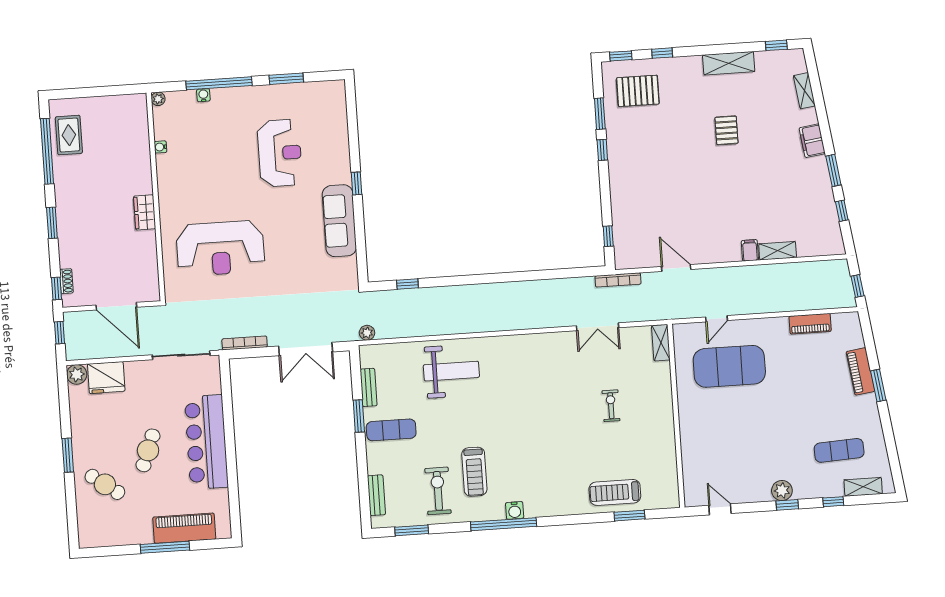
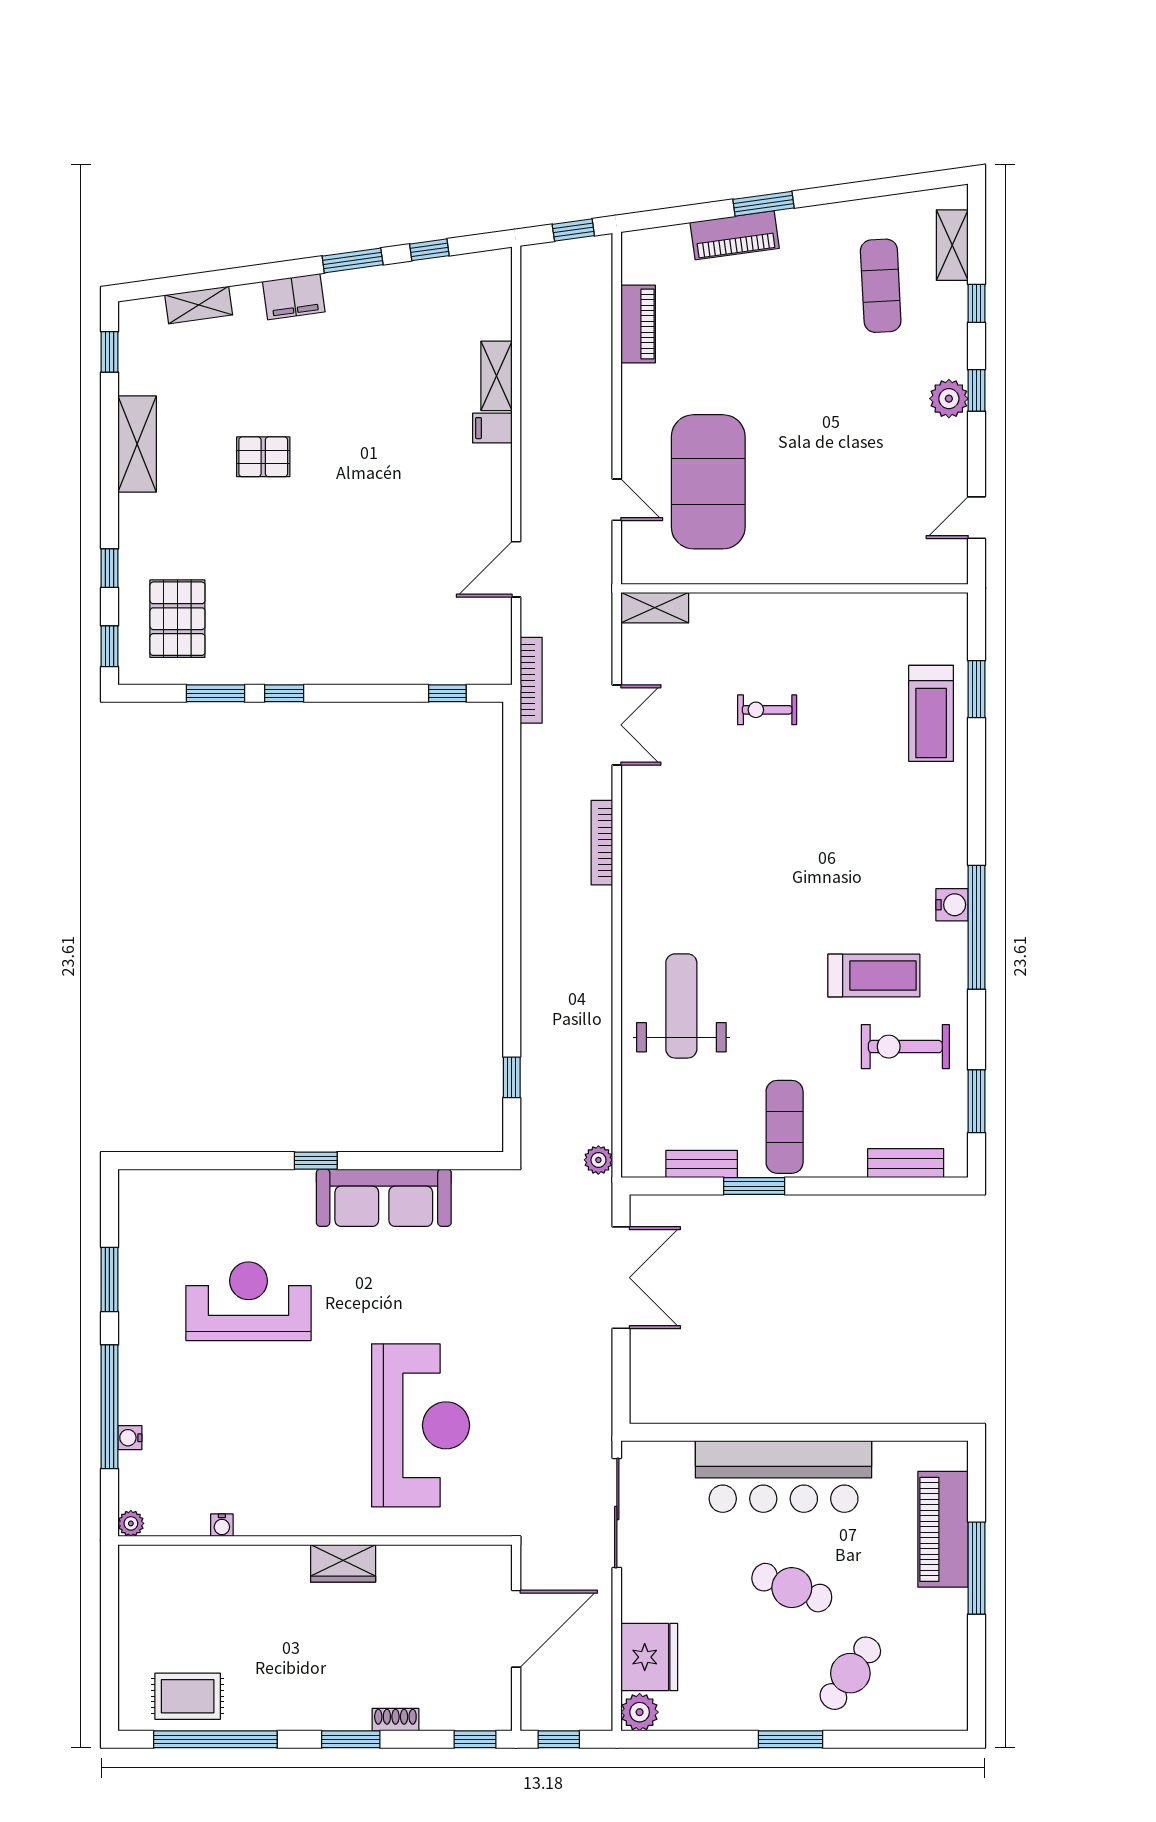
shoe rack: (66, 281) -> (395, 1720), moved
bookcase: (245, 343) -> (602, 843), moved

